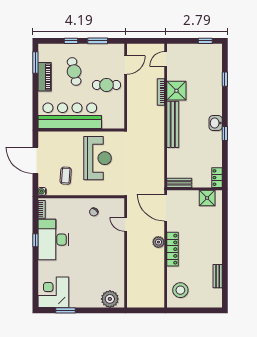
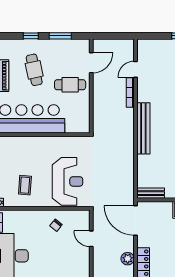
door: (166, 59) -> (135, 69), moved
shower: (176, 91) -> (147, 91), removed
reception desk: (98, 158) -> (68, 181), moved

